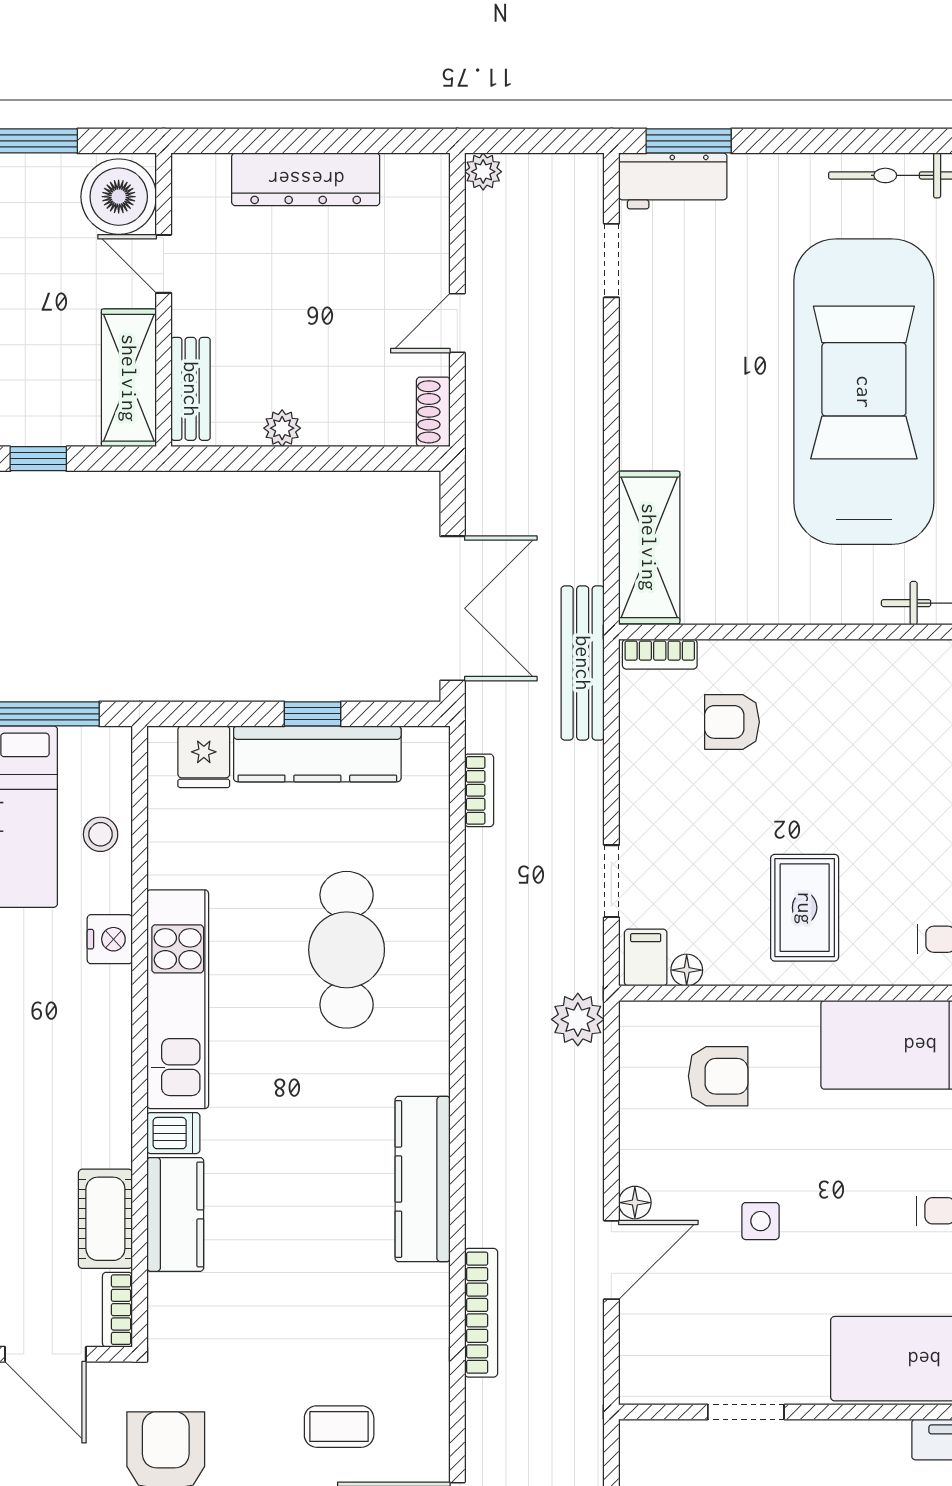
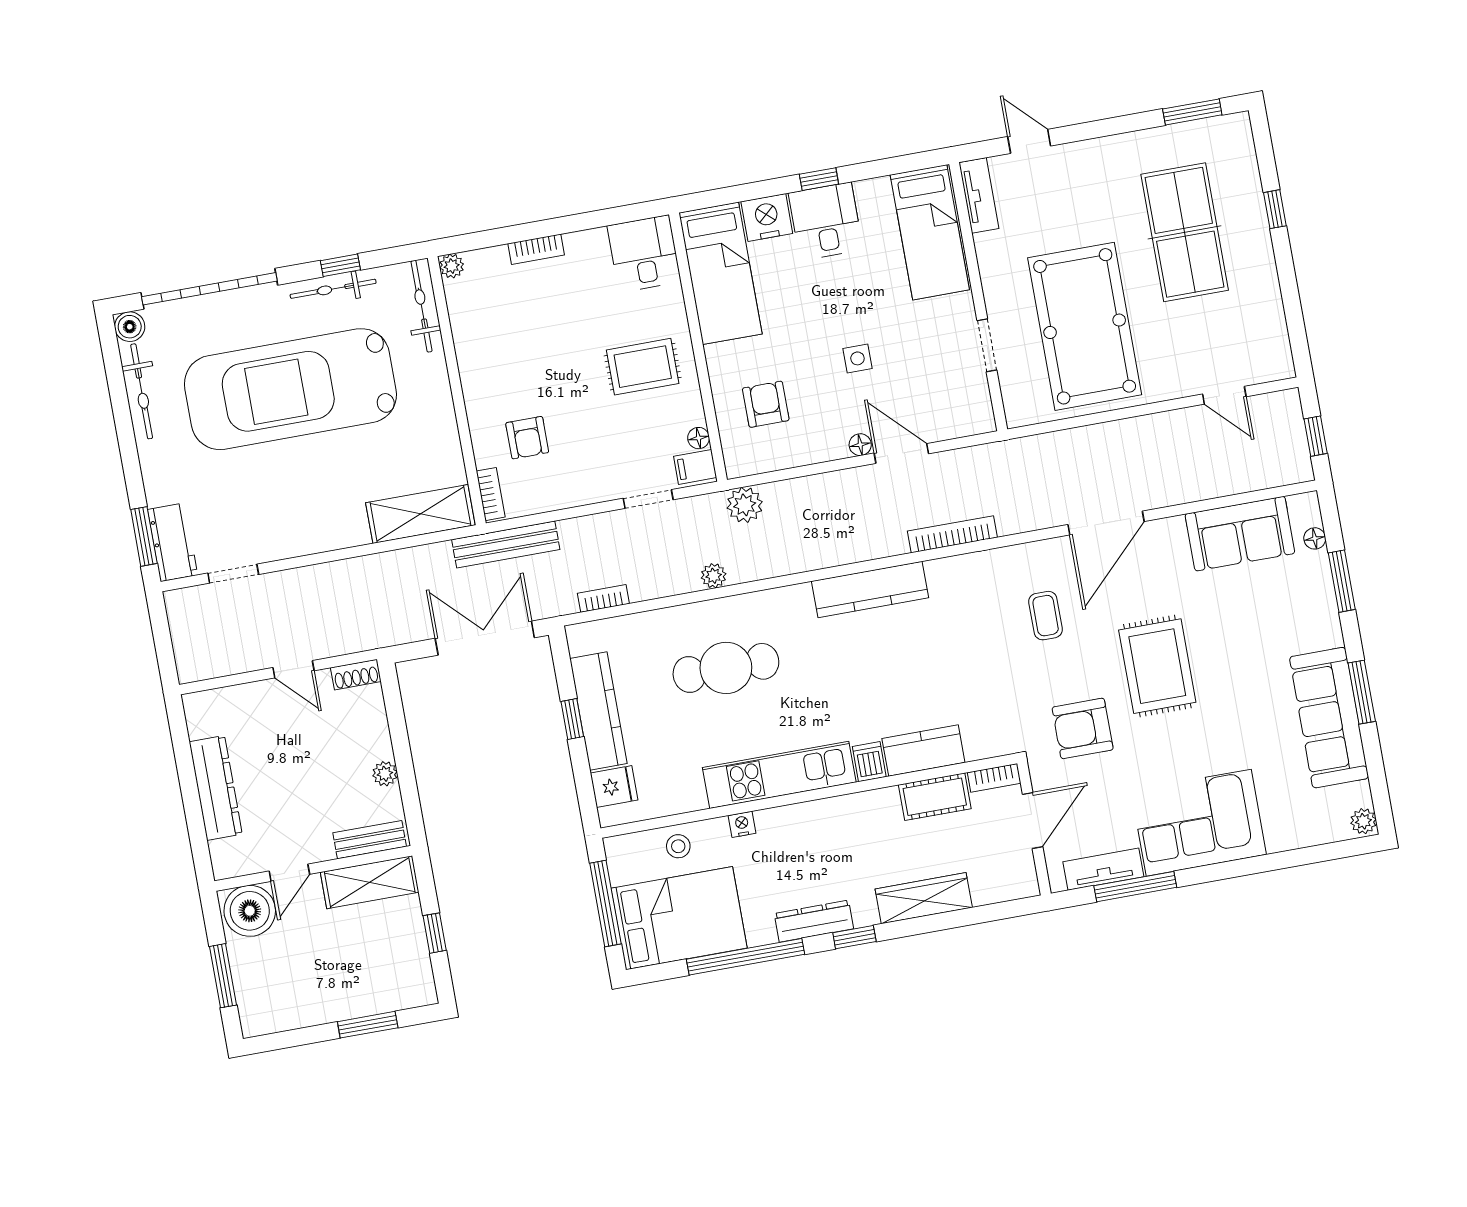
plant: (483, 172) -> (714, 576), moved
nightstand: (110, 939) -> (742, 824), width x0.72, depth x0.74

